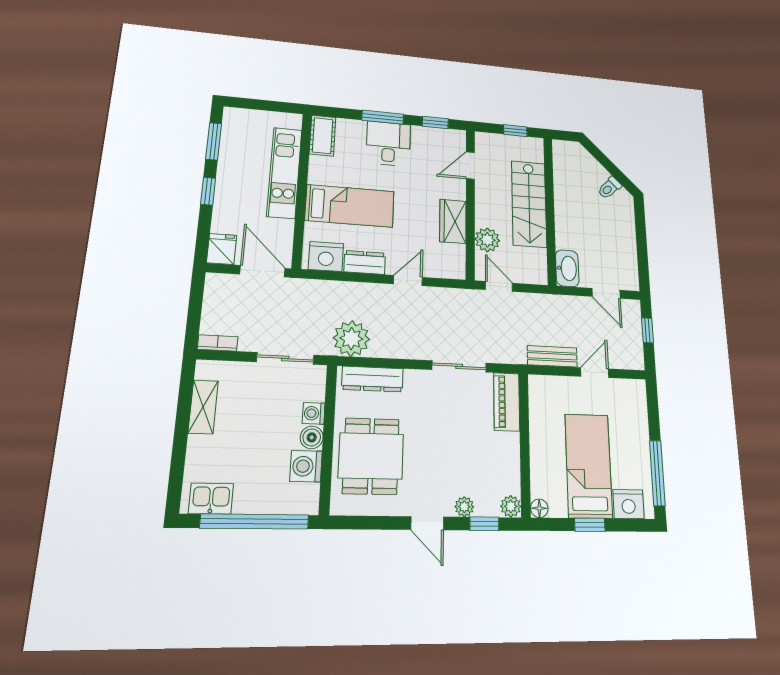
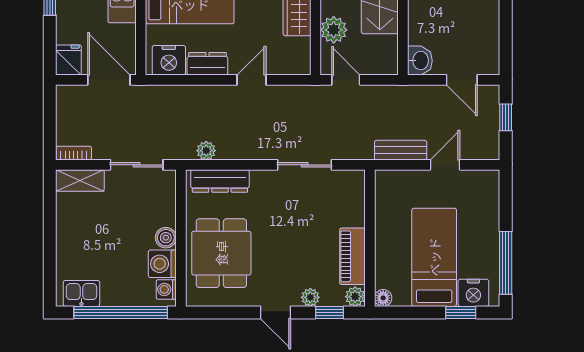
washbasin: (567, 268) -> (420, 61), width x0.72
plant: (351, 339) -> (206, 151), width x0.53, depth x0.53
piano: (507, 402) -> (352, 256), moved
shelving: (203, 407) -> (80, 180), moved, turned 90
washing machine: (314, 413) -> (166, 289), moved
window: (590, 525) -> (461, 312), moved

